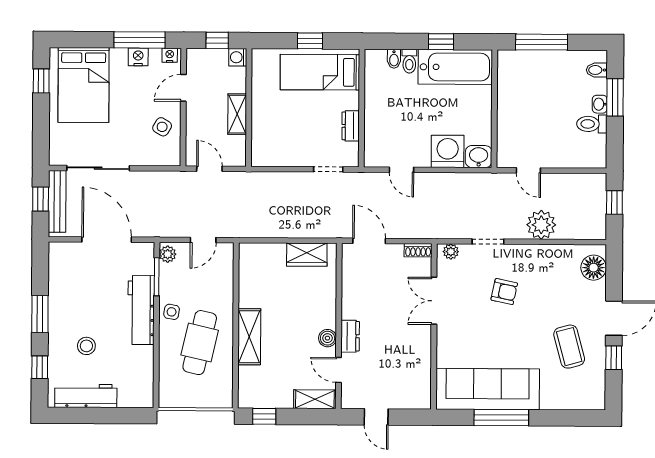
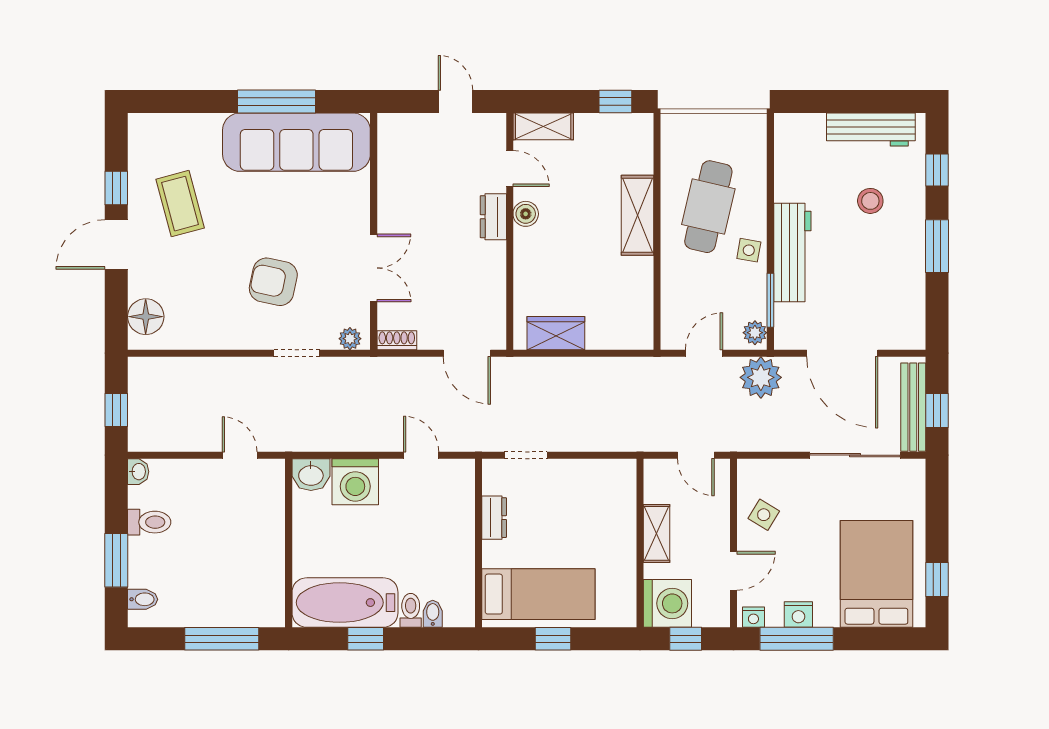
washing machine: (238, 57) -> (667, 603), width x1.89, depth x1.89
washbasin: (600, 104) -> (138, 472), moved
plant: (541, 225) -> (761, 377), moved
armchair: (504, 292) -> (273, 282), width x1.38, depth x1.38

